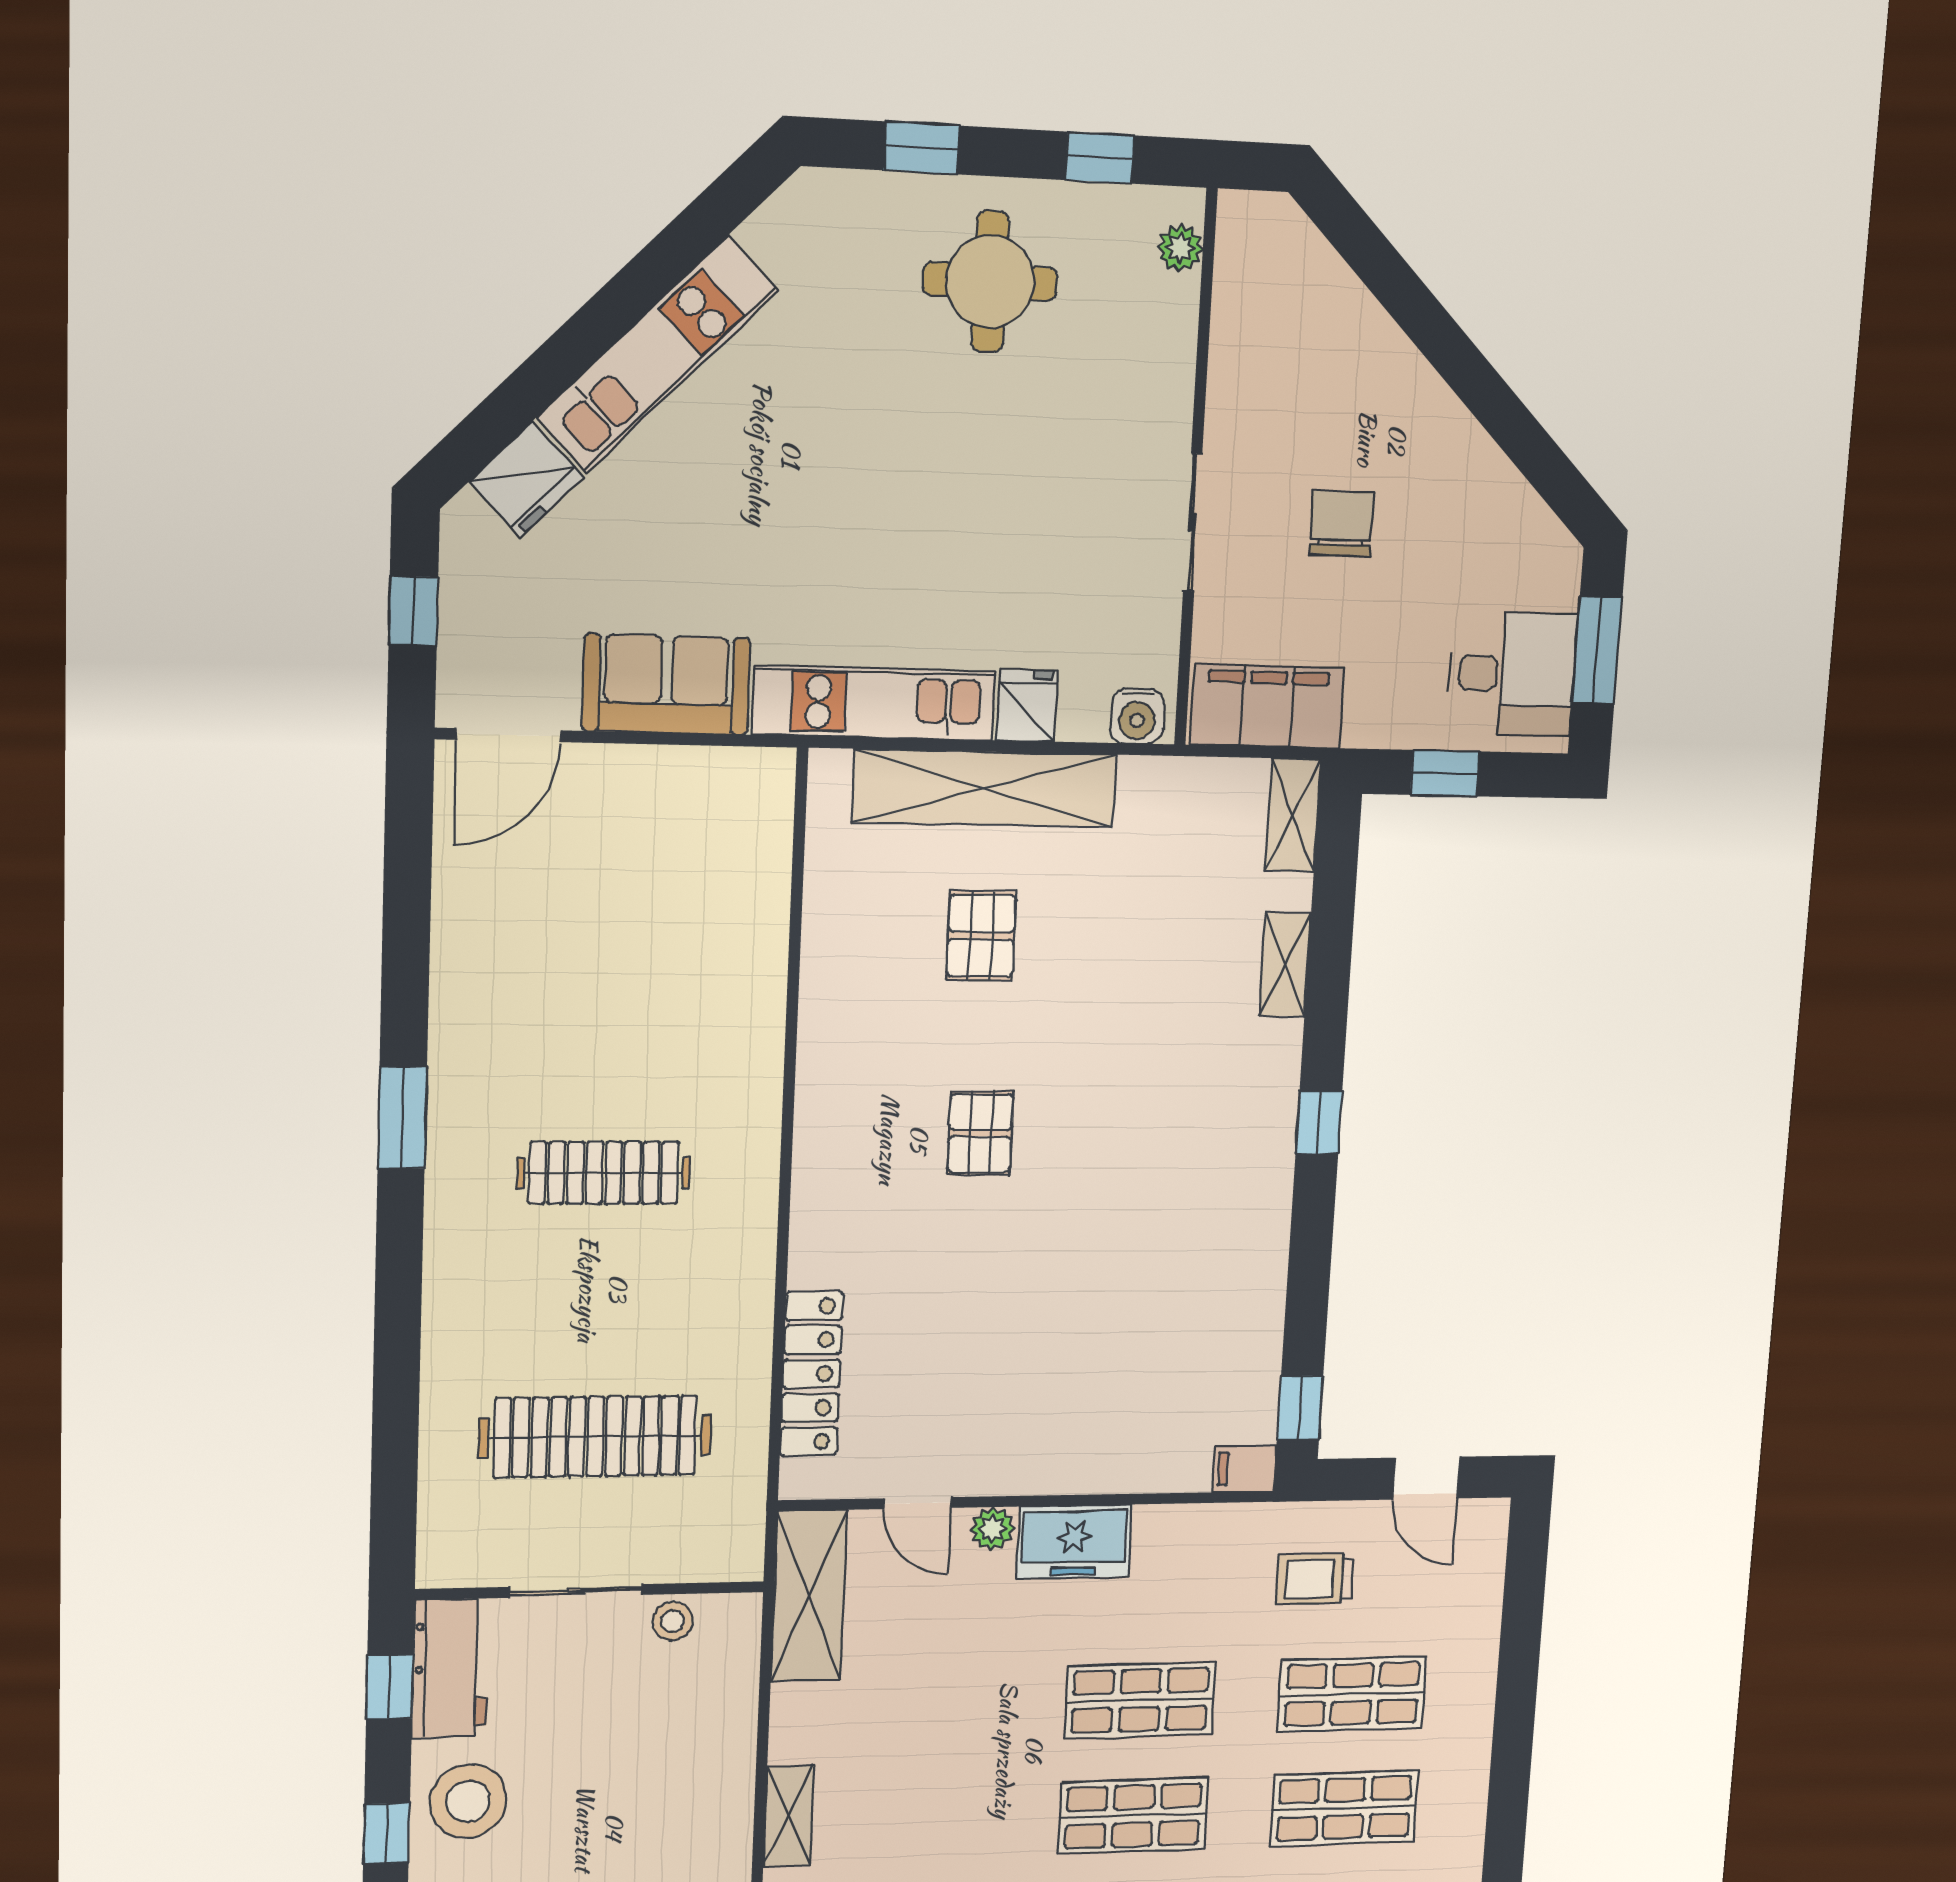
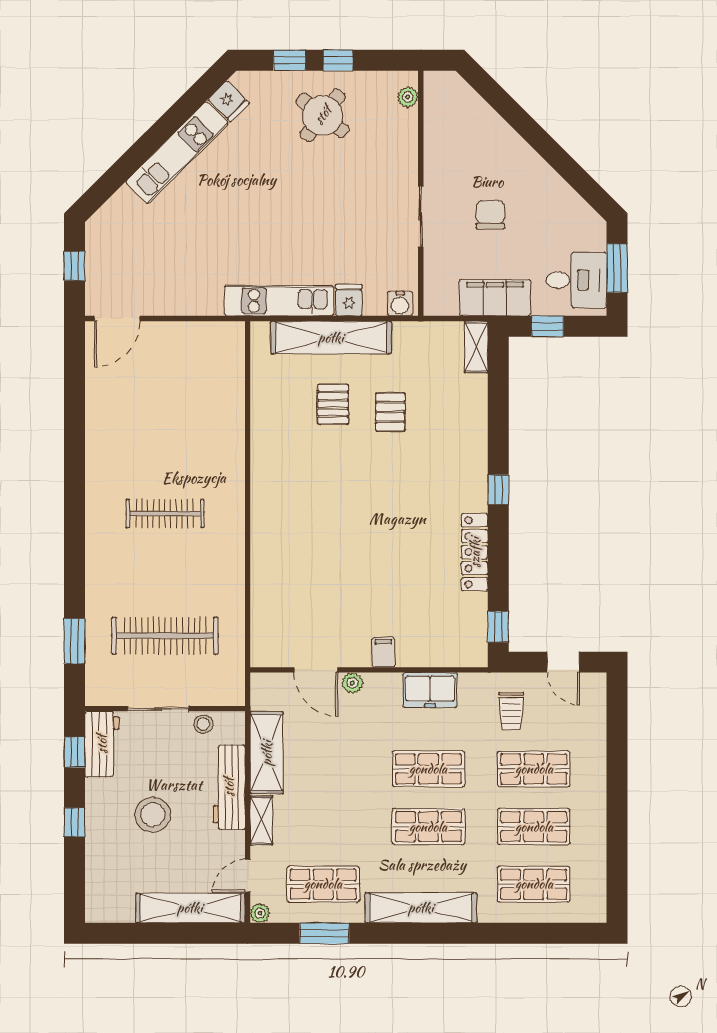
window: (1100, 158) -> (338, 60), moved
round table: (990, 282) -> (323, 115), turned 38
fridge: (526, 479) -> (229, 101), moved, width x0.72
sofa: (666, 684) -> (186, 295), removed
filing cabinet: (1267, 706) -> (495, 298), moved
shelving: (1285, 964) -> (477, 416), removed
window: (402, 1118) -> (75, 641), moved
pallet: (980, 1133) -> (390, 412), moved
locker: (811, 1374) -> (475, 552), moved, turned 180
filing cabinet: (1245, 1469) -> (383, 652), moved, turned 90
door: (918, 1503) -> (316, 670), width x1.38
freezer: (1074, 1542) -> (430, 690), moved
trolley: (1315, 1579) -> (511, 711), turned -90
shelving: (809, 1596) -> (267, 753), moved
workbench: (723, 1750) -> (229, 787), added
stool: (468, 1801) -> (153, 815), moved

